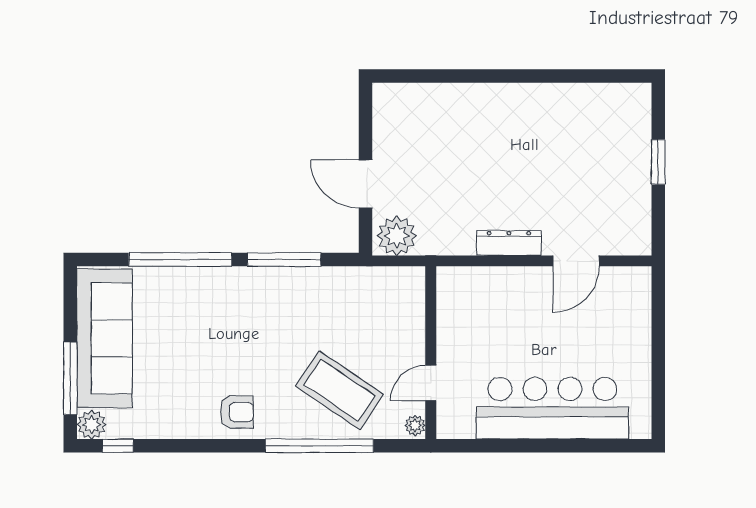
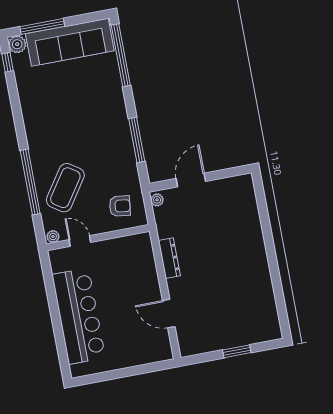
plant: (397, 236) -> (157, 200), width x0.53, depth x0.53
dresser: (509, 243) -> (169, 258), moved
window: (180, 260) -> (121, 55), moved
armchair: (237, 412) -> (120, 206), moved, turned -83

